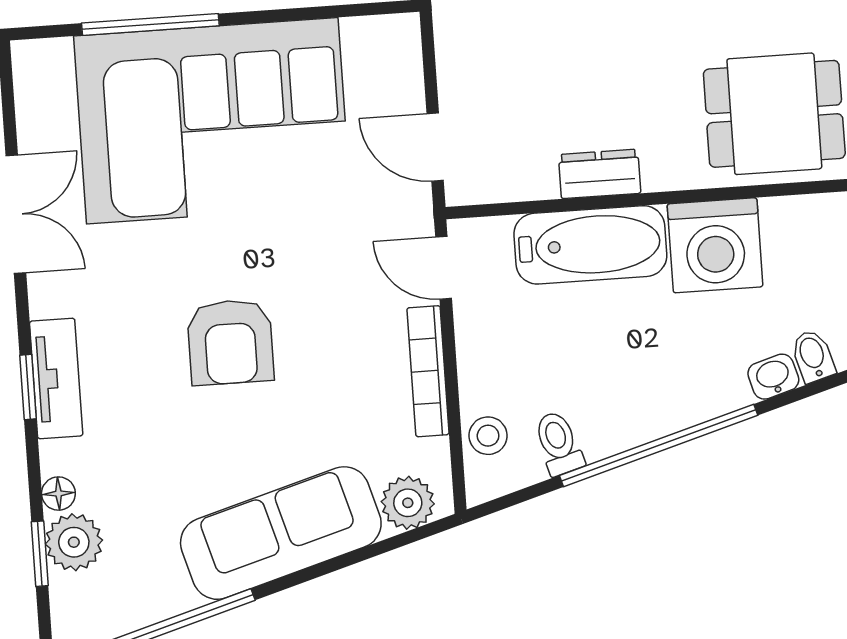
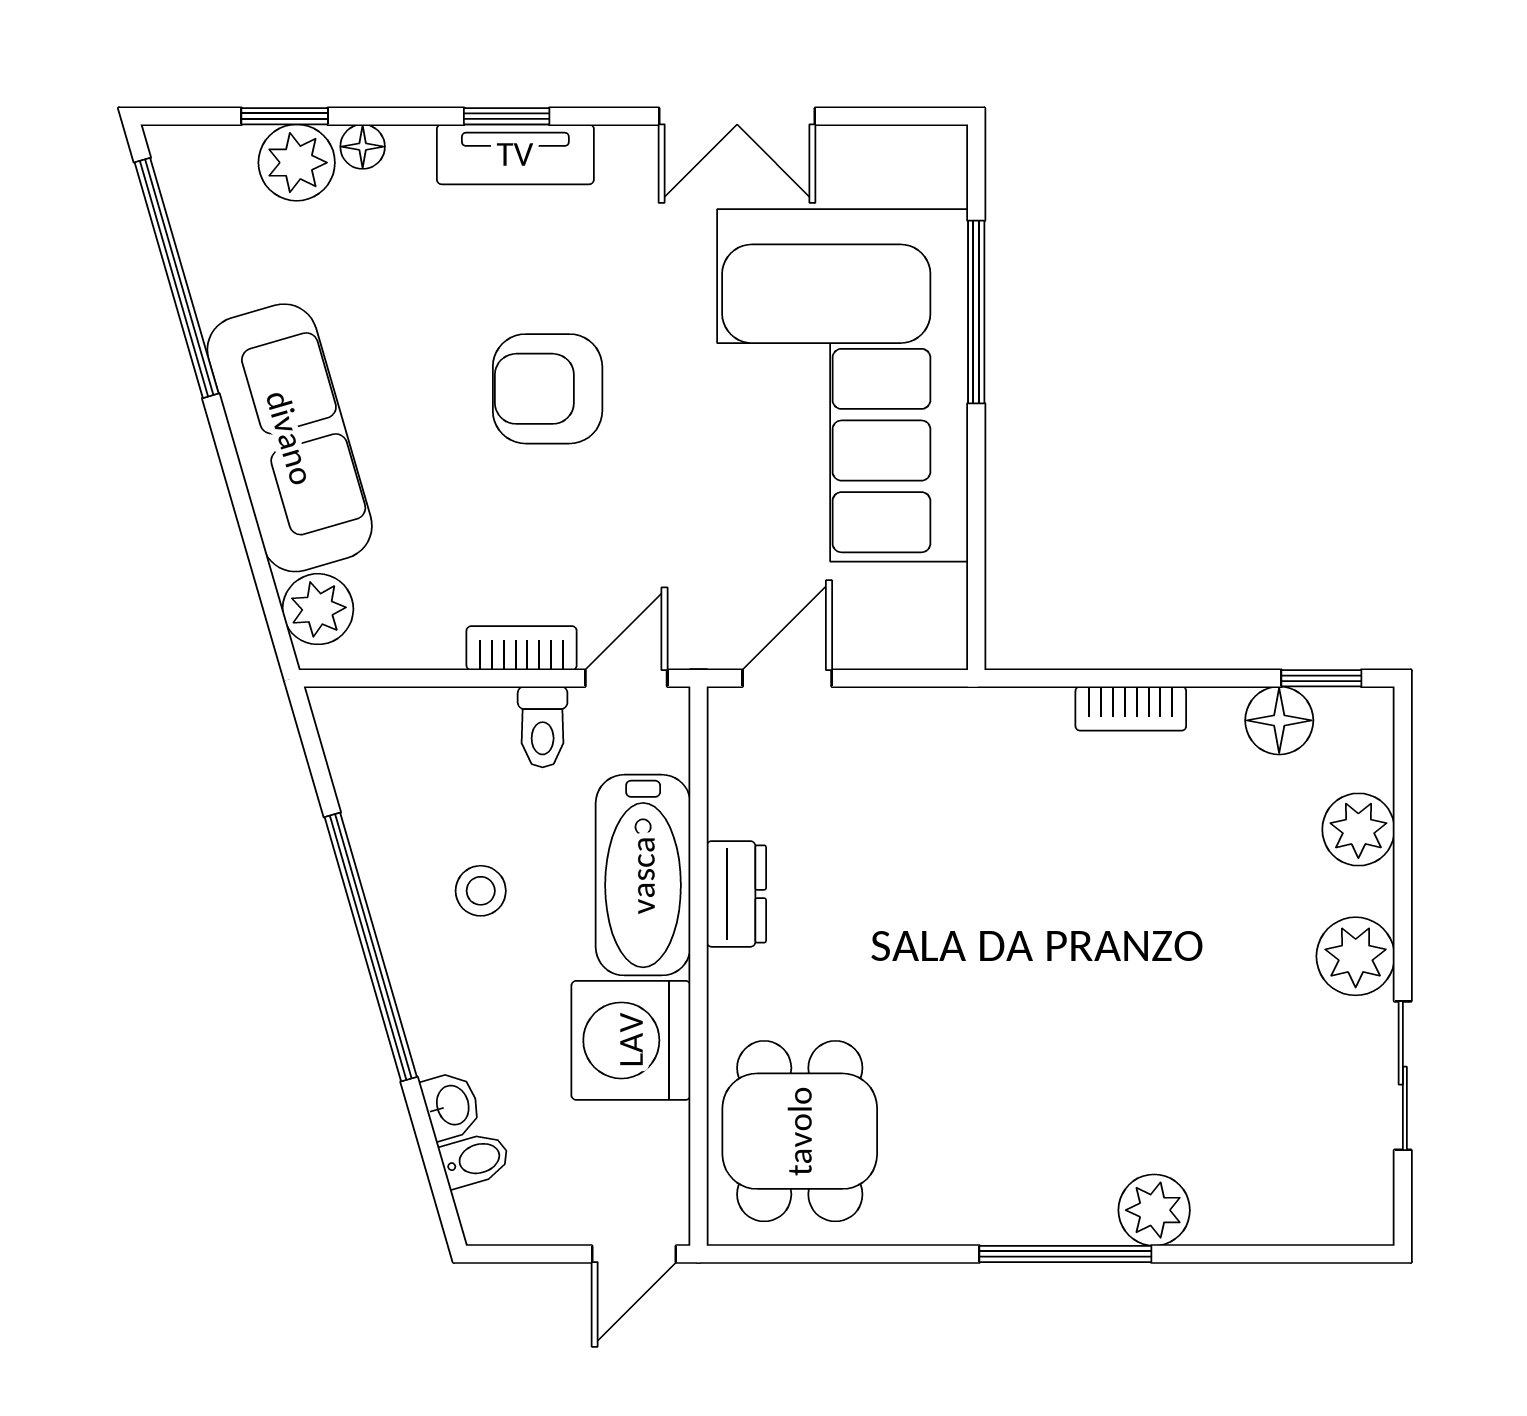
bookcase: (428, 371) -> (522, 648), width x0.64
stool: (488, 436) -> (481, 891), moved
toilet: (559, 443) -> (543, 727), moved, turned 106

